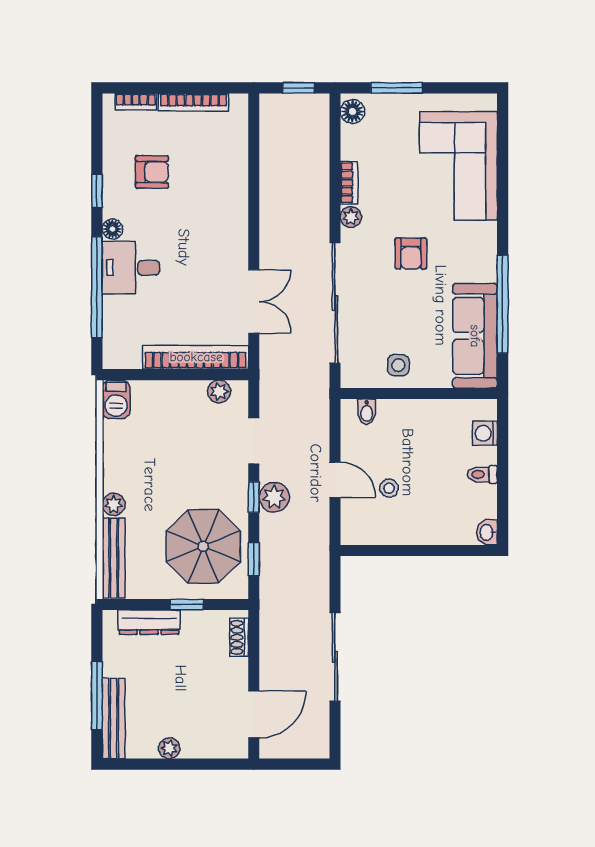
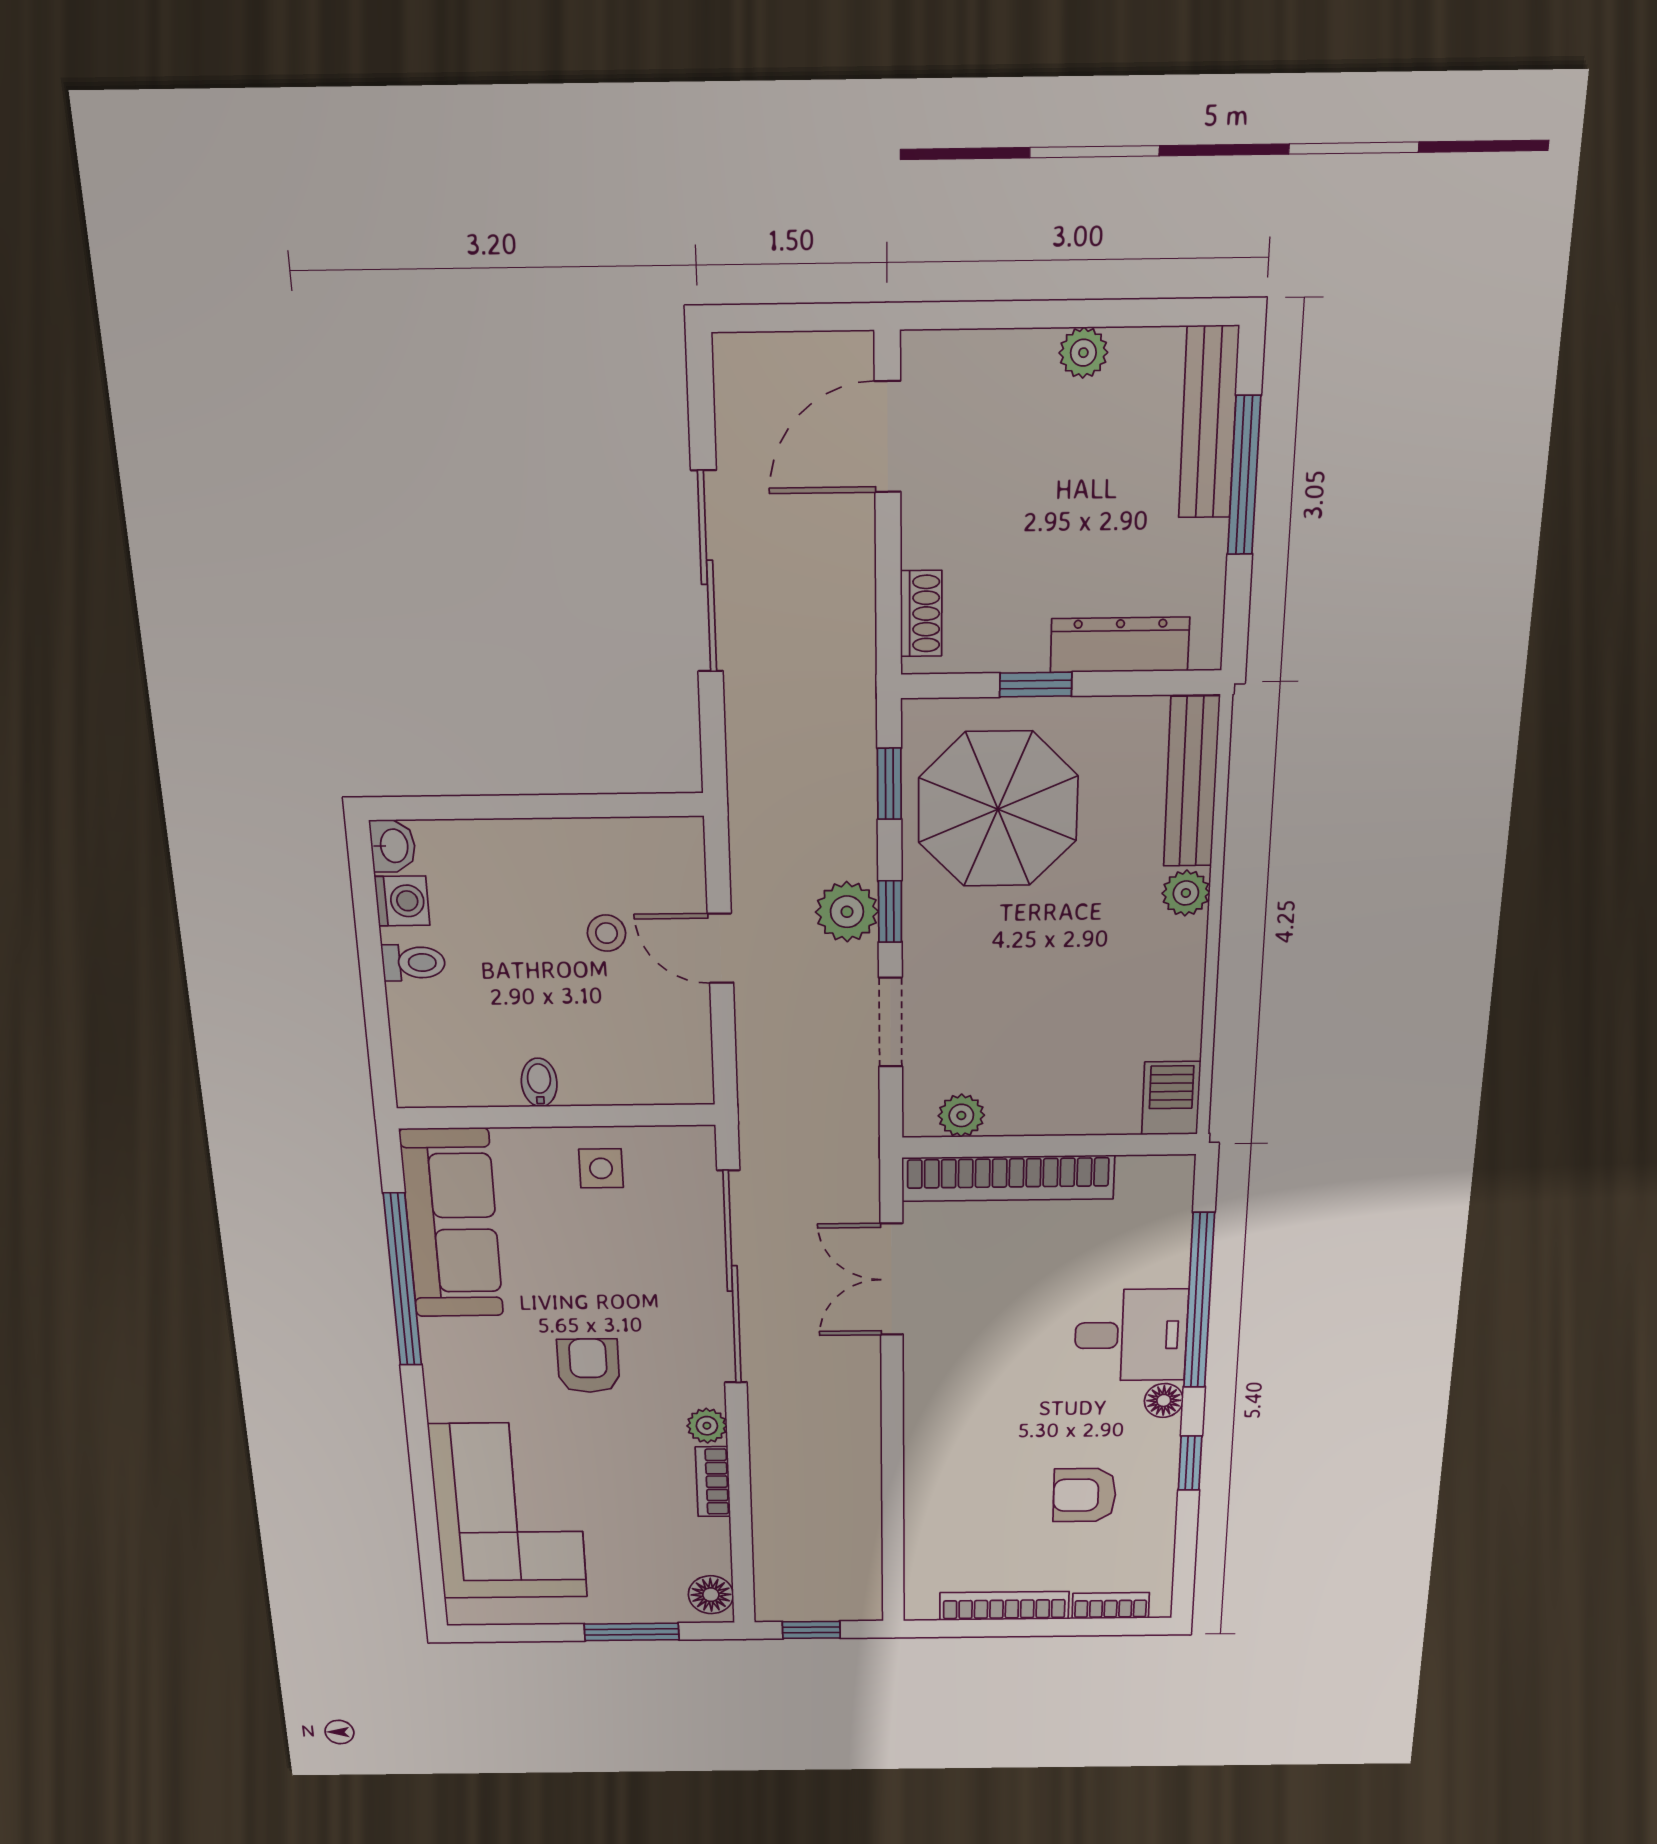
bidet: (367, 412) -> (539, 1082), moved
washing machine: (485, 433) -> (402, 901), moved

